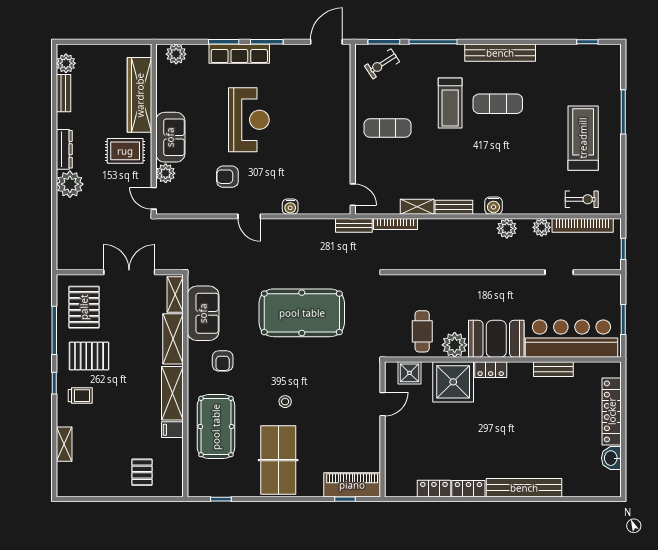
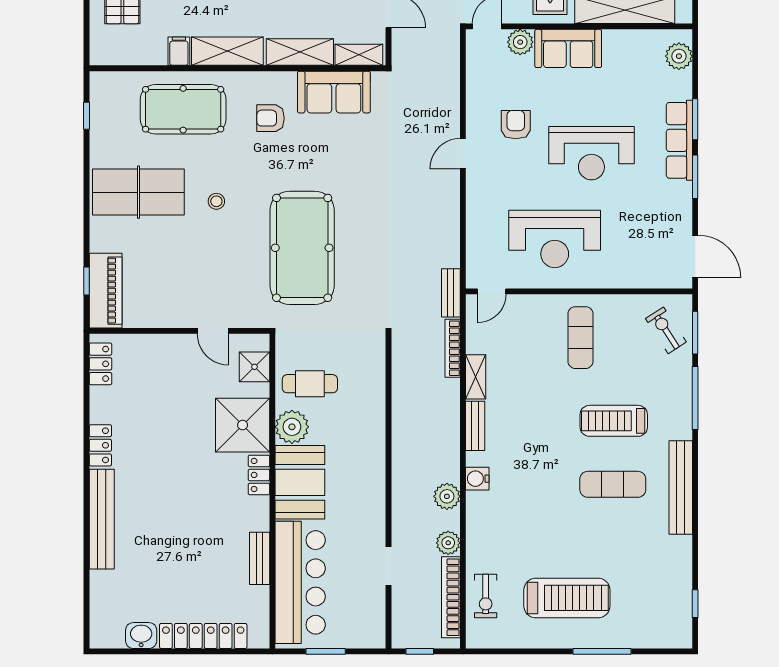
exercise mat: (498, 104) -> (613, 484), turned 90
reception desk: (313, 147) -> (555, 239), added
water cooler: (290, 207) -> (476, 208), removed
pool table: (302, 313) -> (302, 248), moved
locker: (434, 489) -> (100, 364), moved

